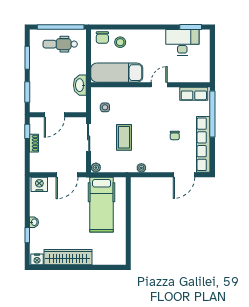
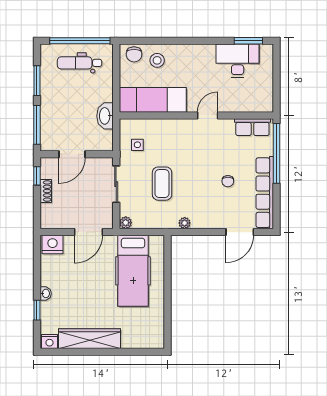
window: (27, 92) -> (37, 125), width x1.44

